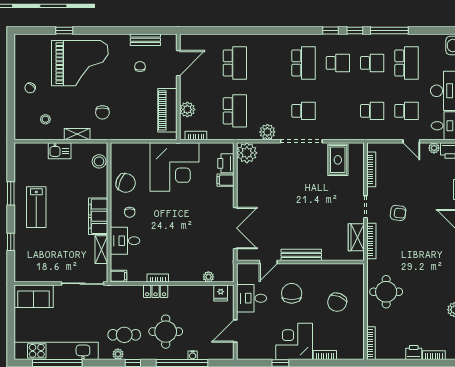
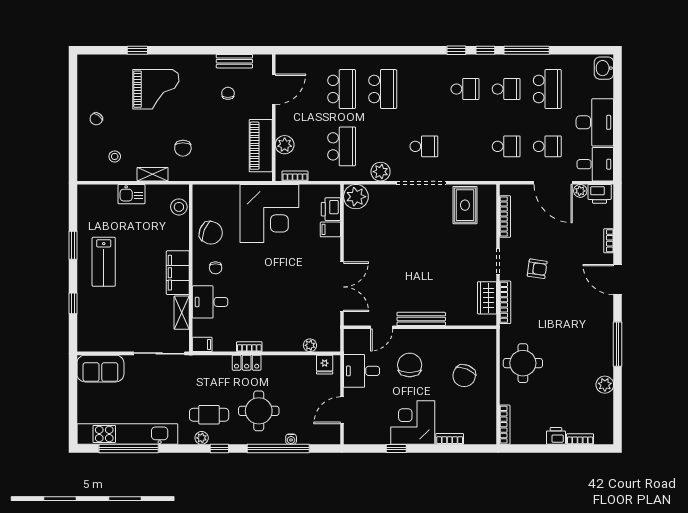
grand piano: (80, 63) -> (156, 89), width x0.73, depth x0.68
school desk: (303, 63) -> (383, 89), moved
door: (411, 141) -> (553, 183), width x1.87

